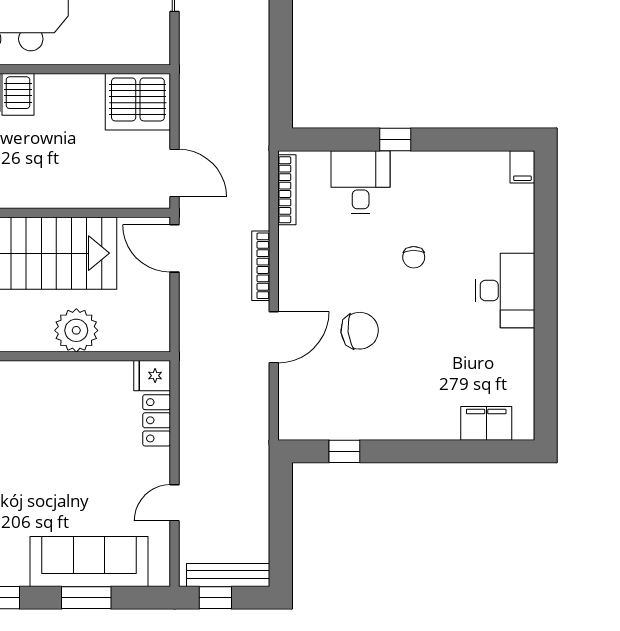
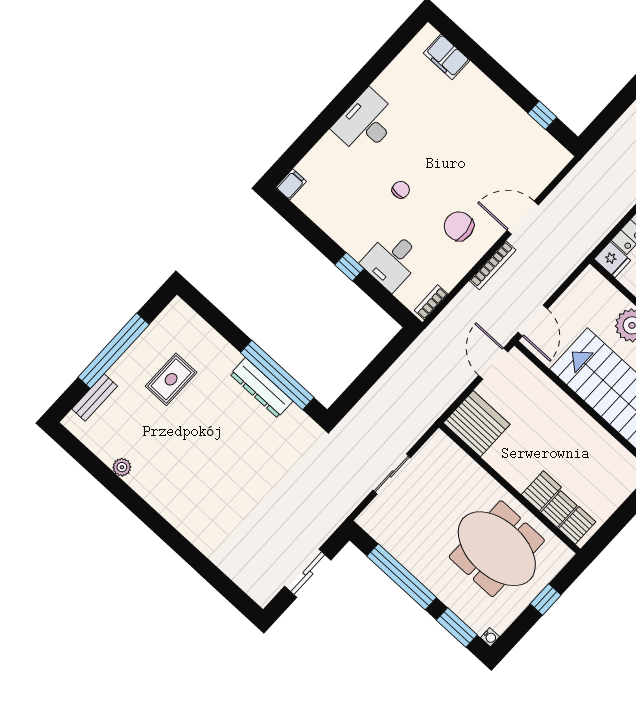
bookcase: (287, 190) -> (431, 302), width x0.64
chair: (360, 331) -> (459, 226), moved

